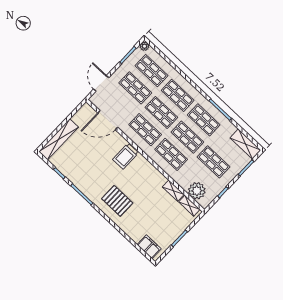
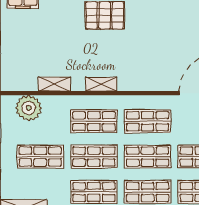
trolley: (126, 156) -> (142, 73), removed
shelving: (189, 206) -> (101, 84), moved

